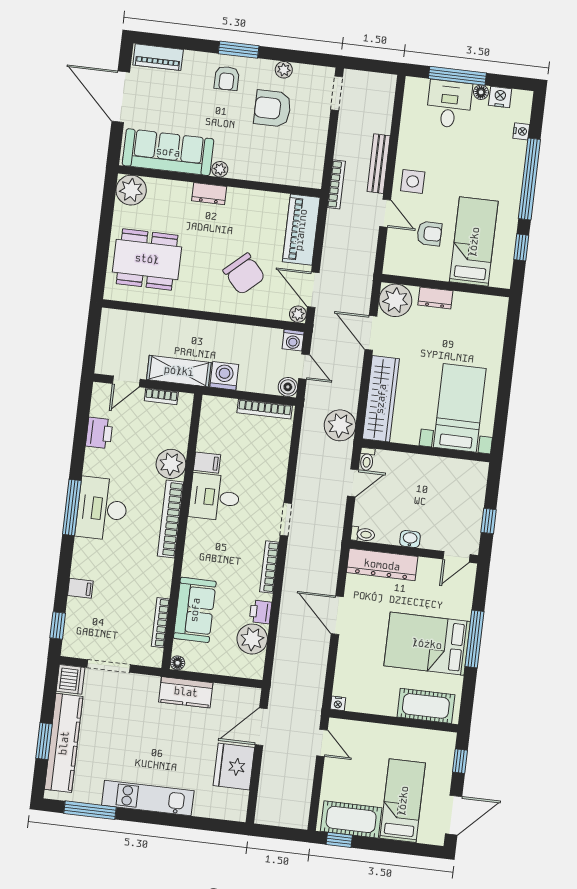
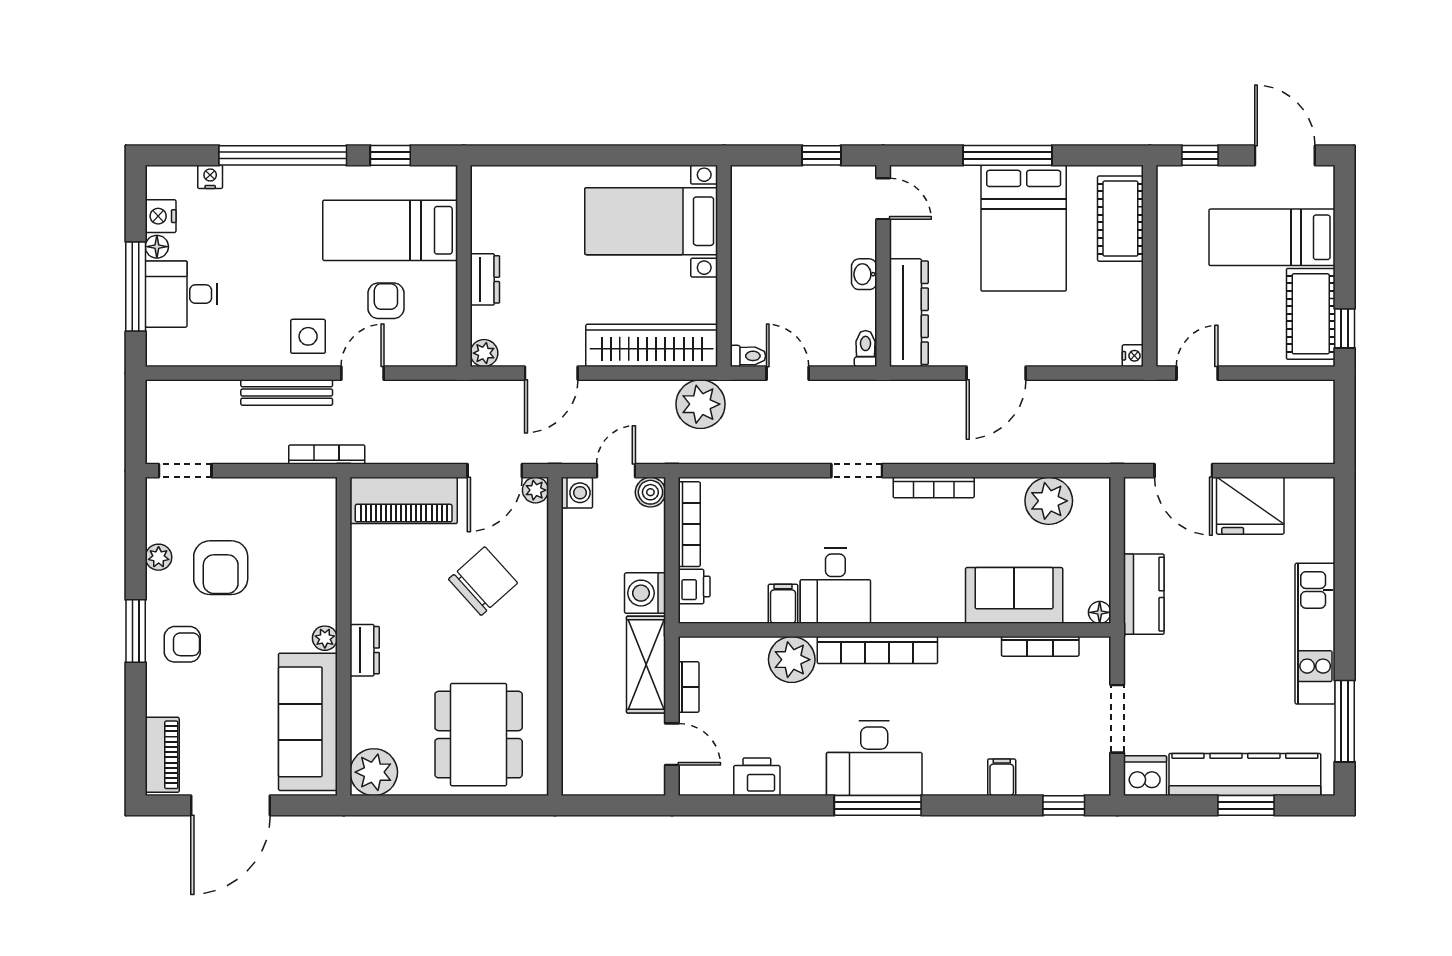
plant: (395, 300) -> (484, 353), width x0.53, depth x0.53
printer: (260, 612) -> (694, 587), moved, turned -90

